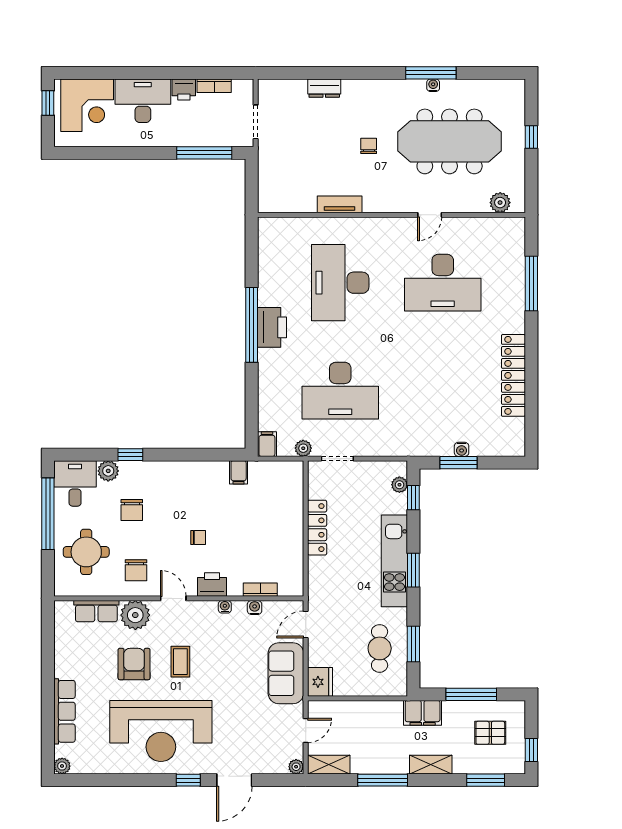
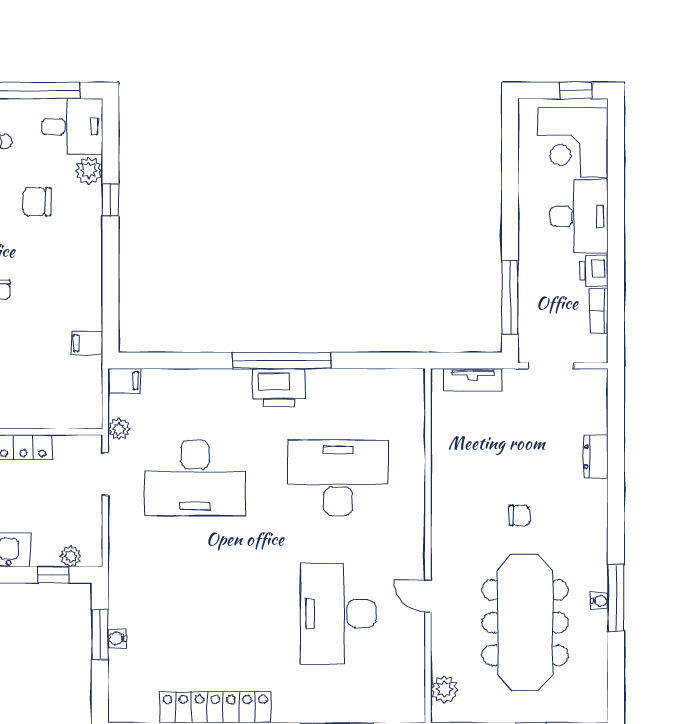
tv unit: (340, 204) -> (473, 380), moved, turned 90
desk: (340, 391) -> (195, 478), turned -90

